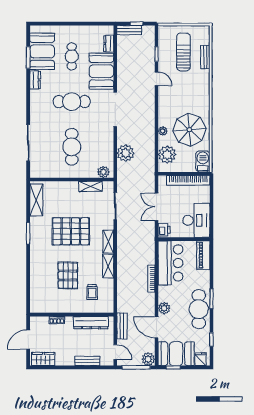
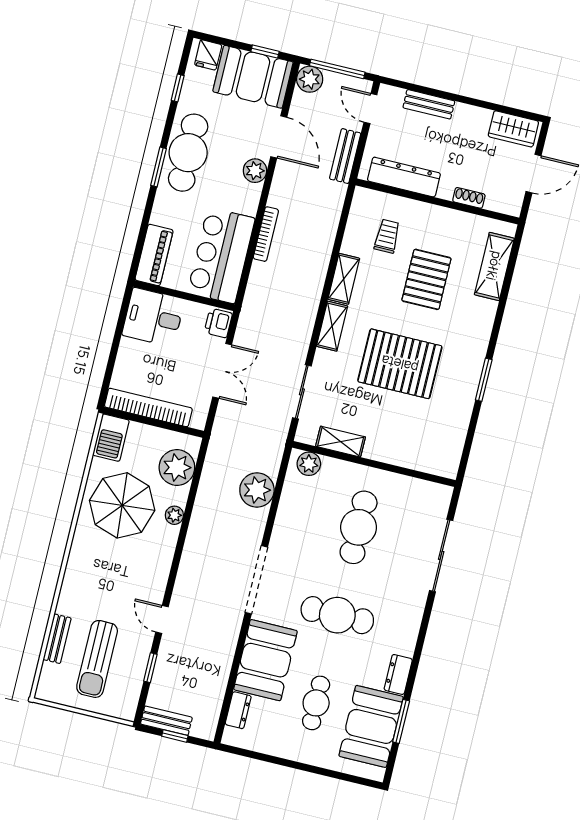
bench: (129, 30) -> (166, 721), moved
shelving: (36, 200) -> (494, 266), moved
desk: (196, 220) -> (153, 317), width x0.73

